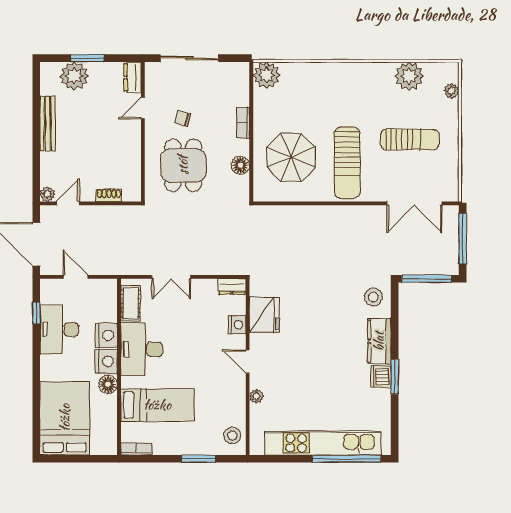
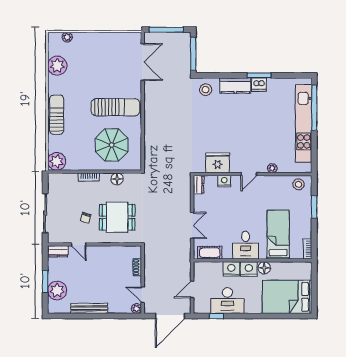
sun lounger: (410, 140) -> (57, 115), moved
desk: (142, 349) -> (246, 245), width x0.73

